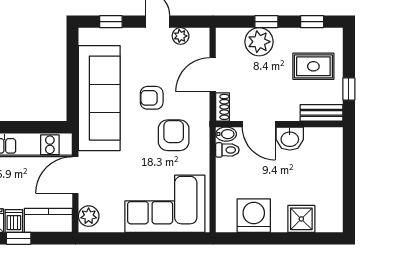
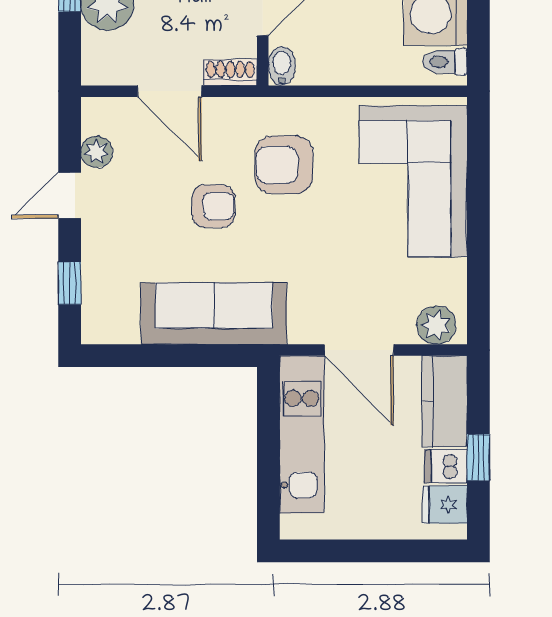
sofa: (99, 98) -> (214, 314), width x0.74, depth x0.79
armchair: (152, 98) -> (213, 206), turned -90
toilet: (227, 150) -> (445, 62), moved, turned -90

